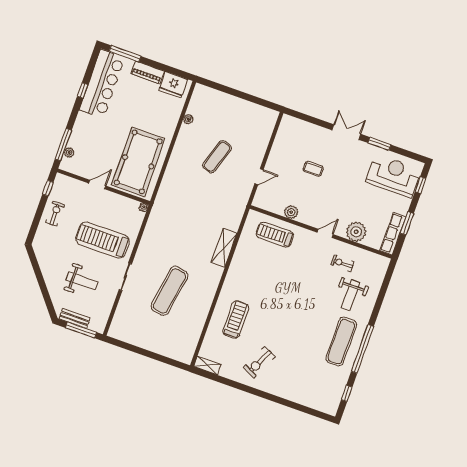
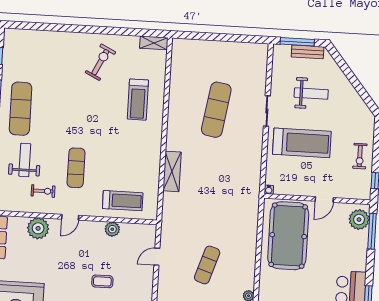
plant: (69, 152) -> (359, 220), width x1.87, depth x1.87
exercise mat: (307, 275) -> (76, 168), added
weight bench: (82, 281) -> (311, 94), turned 180

